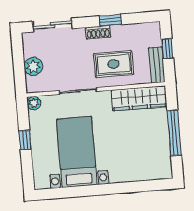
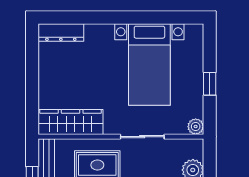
window: (174, 133) -> (32, 78), removed
dresser: (153, 173) -> (61, 32), added

